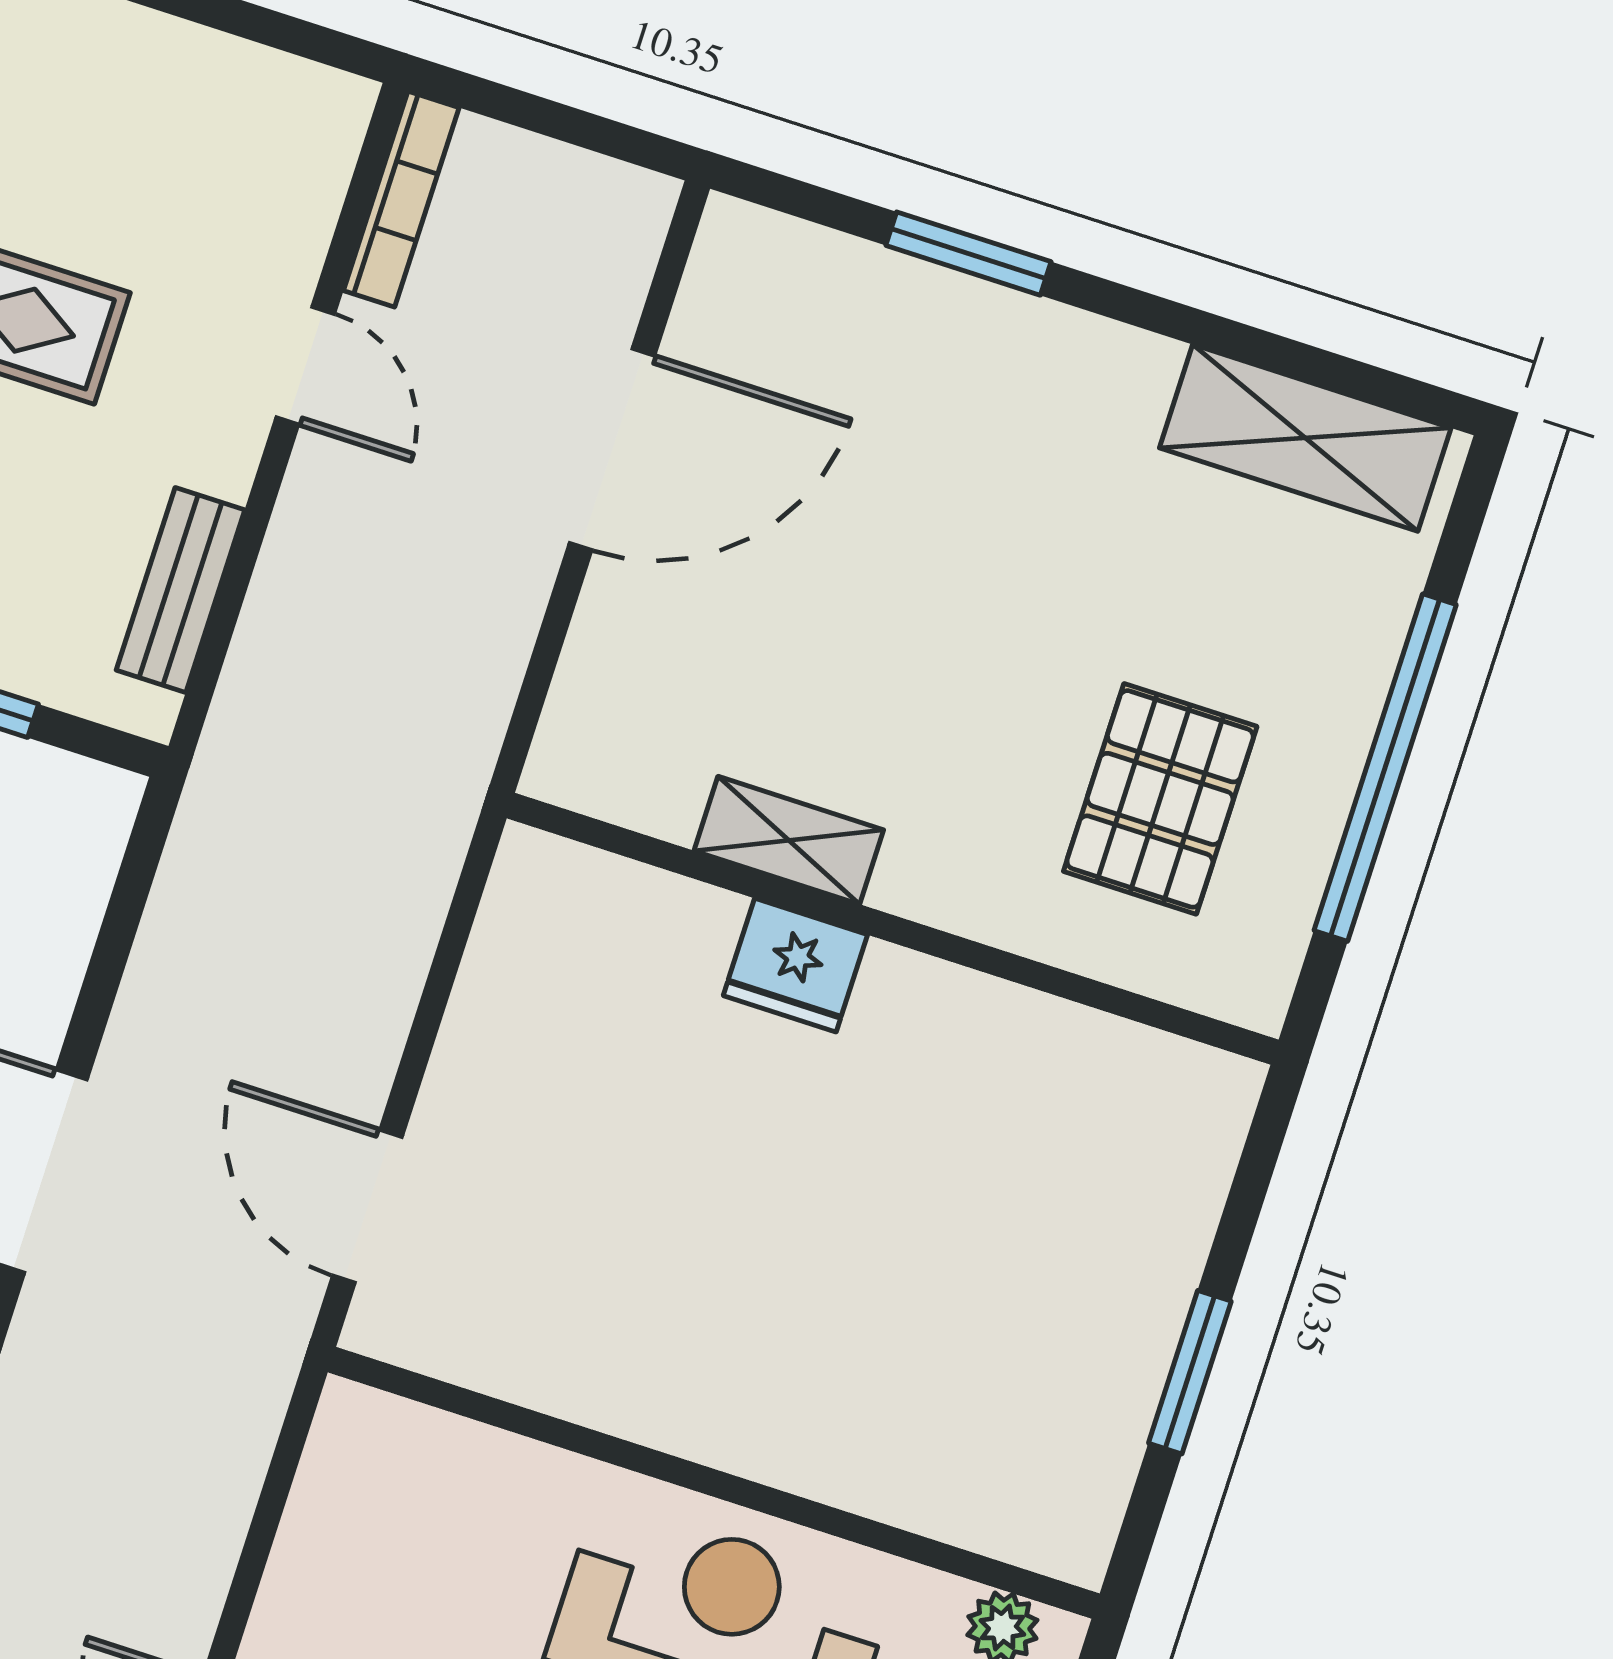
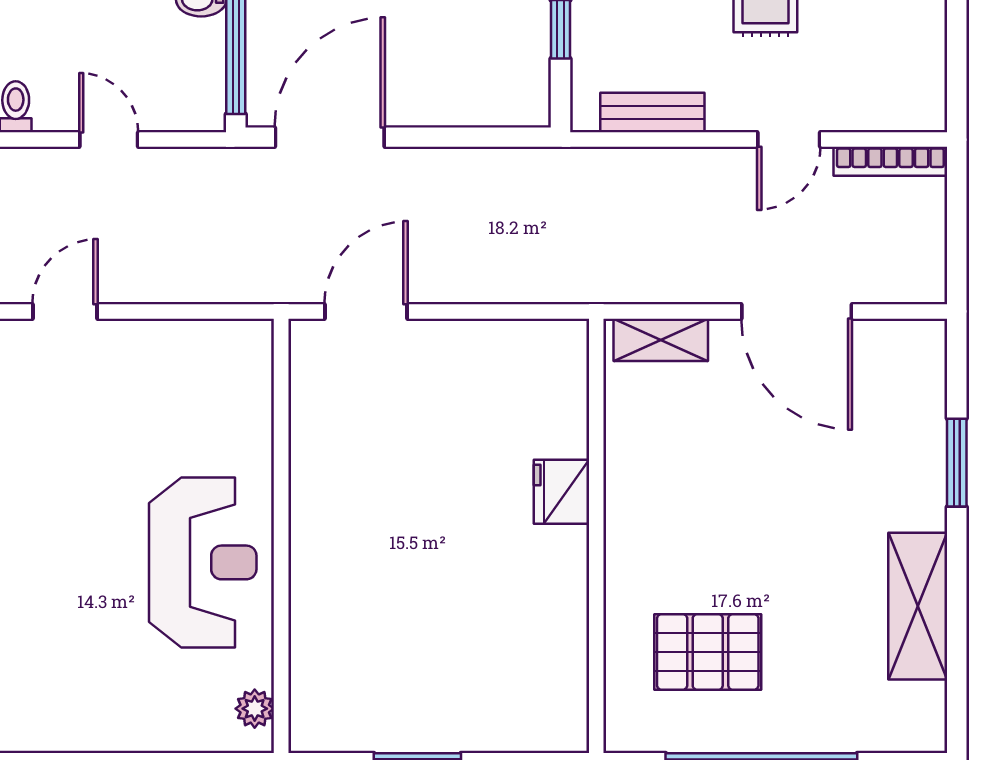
shelving: (1305, 438) -> (918, 606), moved
shelving: (789, 840) -> (661, 340), moved, turned 90

